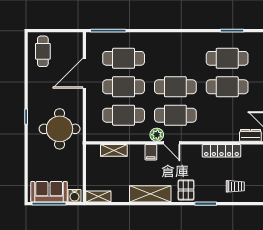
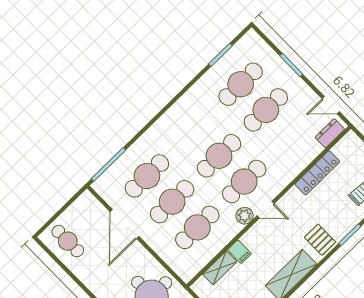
filing cabinet: (151, 152) -> (240, 252), moved

